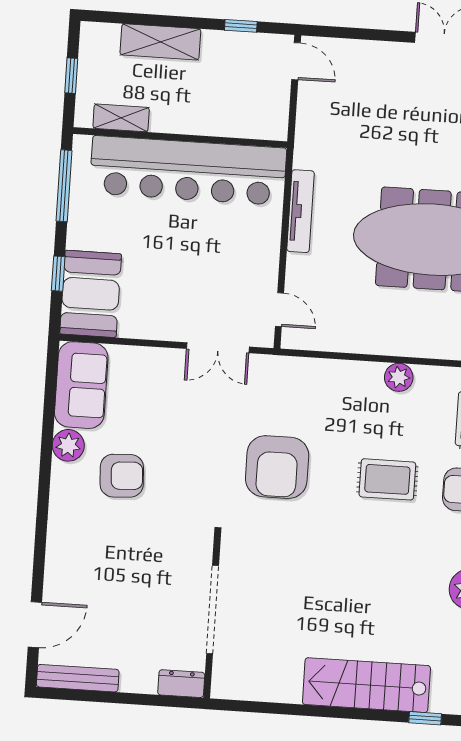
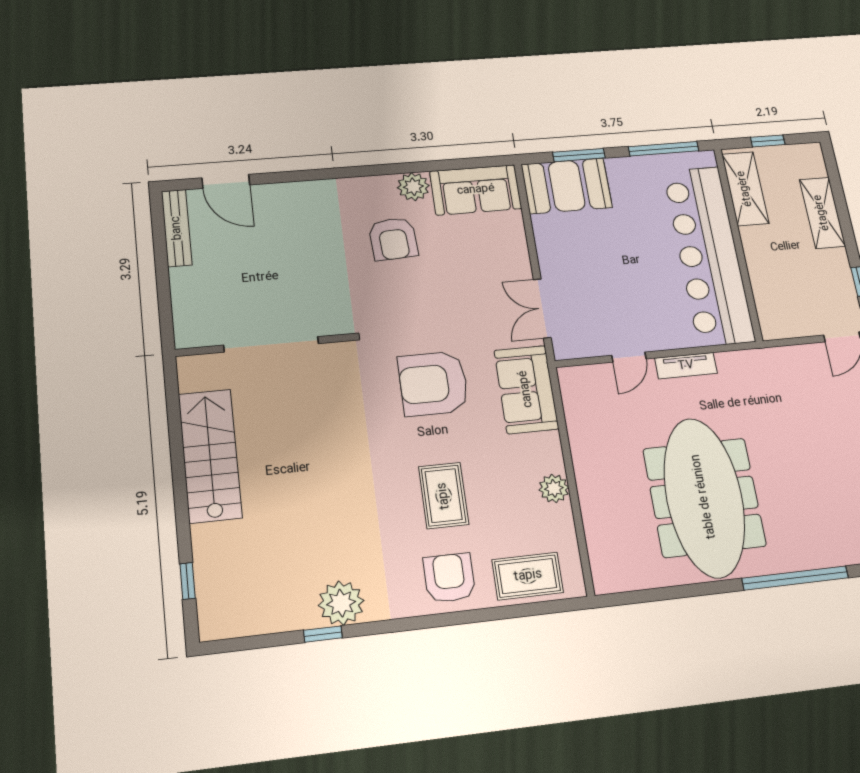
shelving: (121, 118) -> (745, 189), width x1.50, depth x1.33
tv unit: (301, 211) -> (686, 366), width x0.71
window: (58, 274) -> (579, 155), width x1.50
door: (280, 310) -> (629, 357), moved
sofa: (298, 381) -> (526, 389), added
dresser: (181, 684) -> (187, 326), removed
stairs: (366, 685) -> (210, 455), moved

